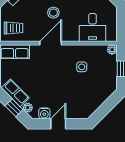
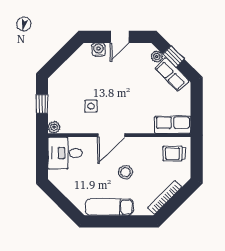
desk: (93, 28) -> (65, 153), moved, turned -90
door: (51, 43) -> (111, 135), moved
water cooler: (44, 113) -> (99, 50), moved

